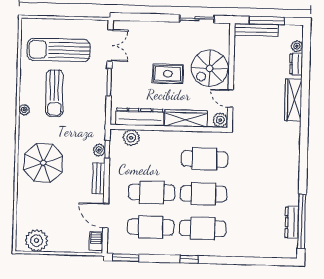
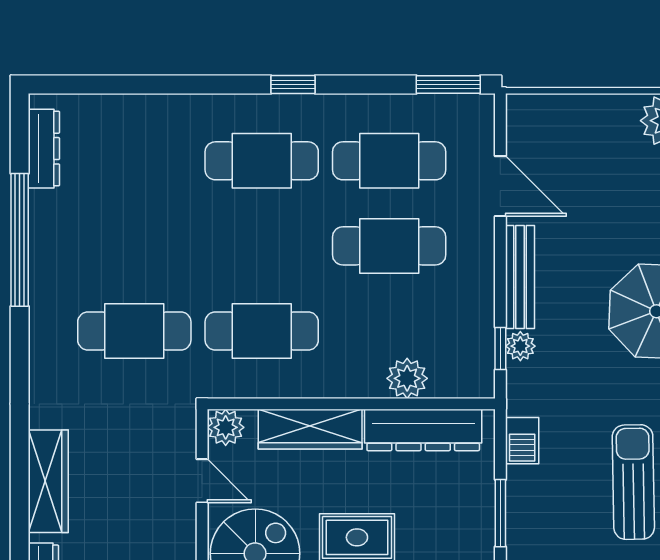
plant: (131, 138) -> (407, 378), moved
bench: (99, 178) -> (520, 277), width x1.36
cafe table: (204, 194) -> (134, 331), moved
window: (302, 221) -> (20, 240), moved
dresser: (292, 222) -> (44, 149), moved
barbecue: (96, 241) -> (522, 441), moved

